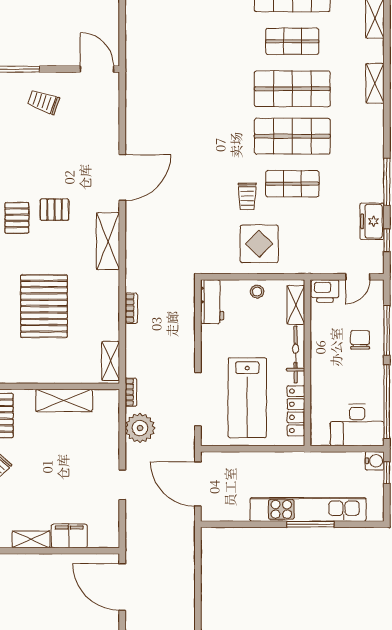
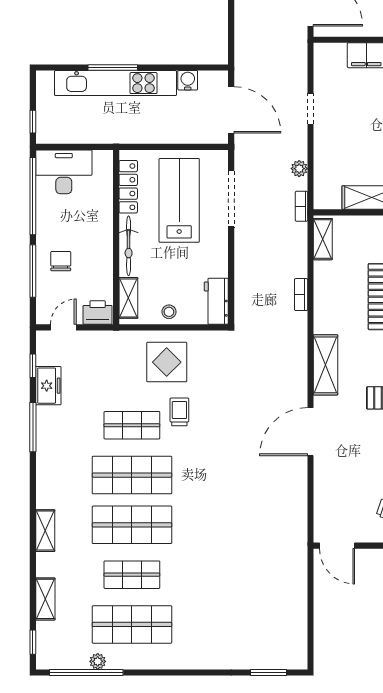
chair: (360, 340) -> (61, 261), turned 180
plant: (140, 428) -> (299, 169), width x0.53, depth x0.53
water cooler: (375, 461) -> (188, 80), moved, turned 90

